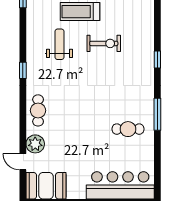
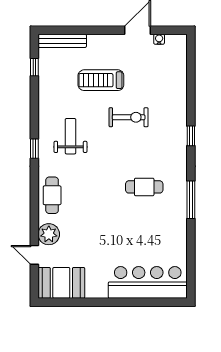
weight bench: (59, 44) -> (70, 136), moved
cafe table: (128, 129) -> (144, 187), moved

